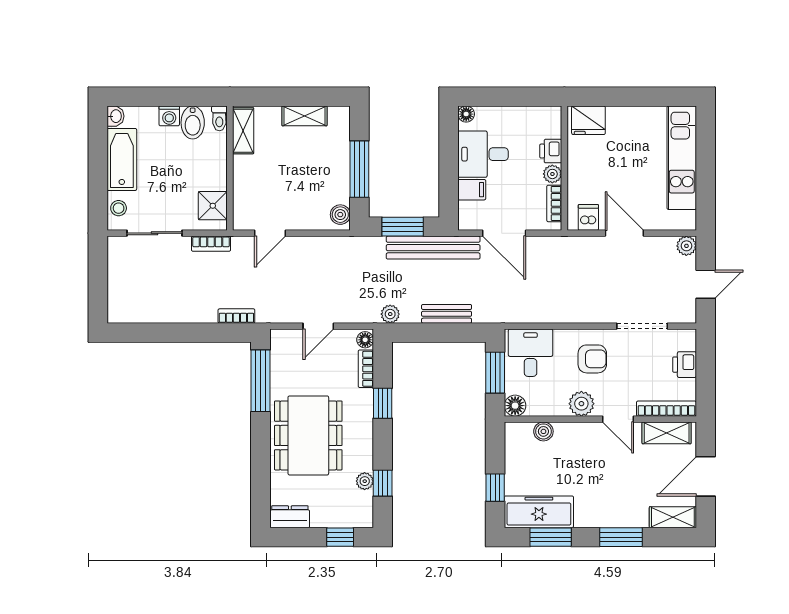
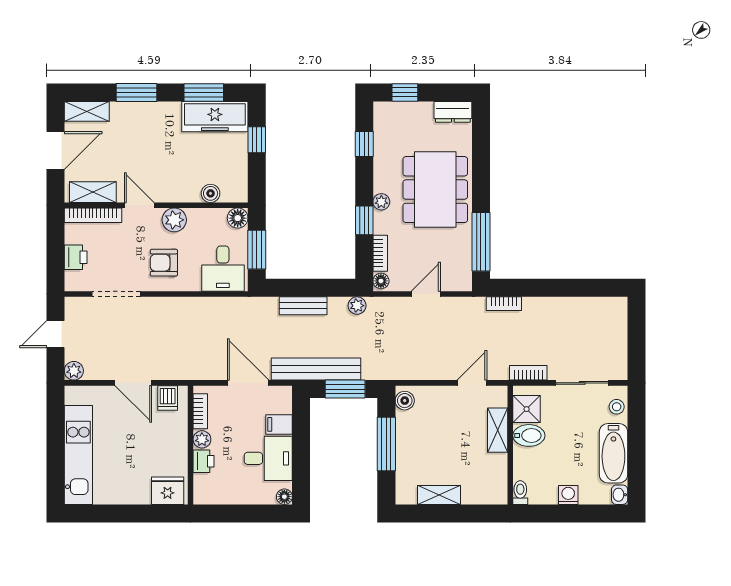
bidet: (193, 123) -> (529, 435), moved, turned 90
shelving: (243, 131) -> (498, 430), moved
plant: (365, 481) -> (381, 202), moved

